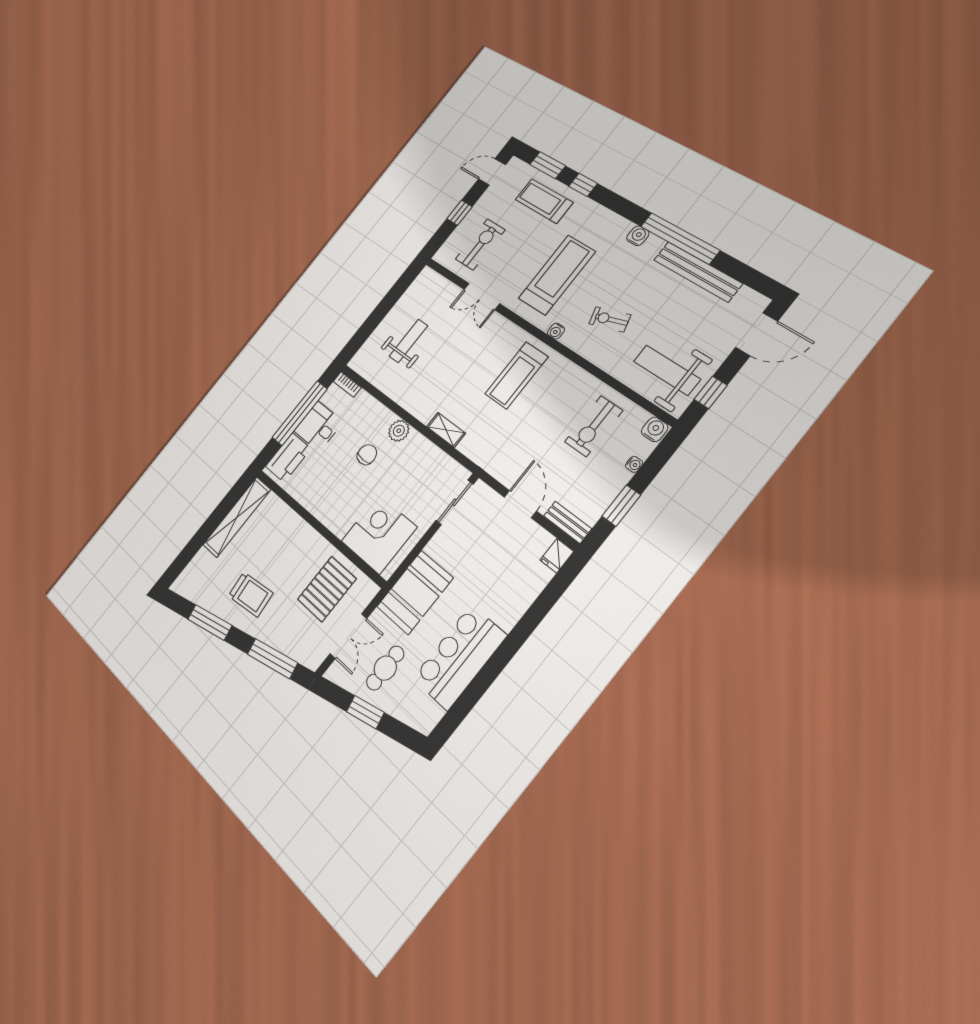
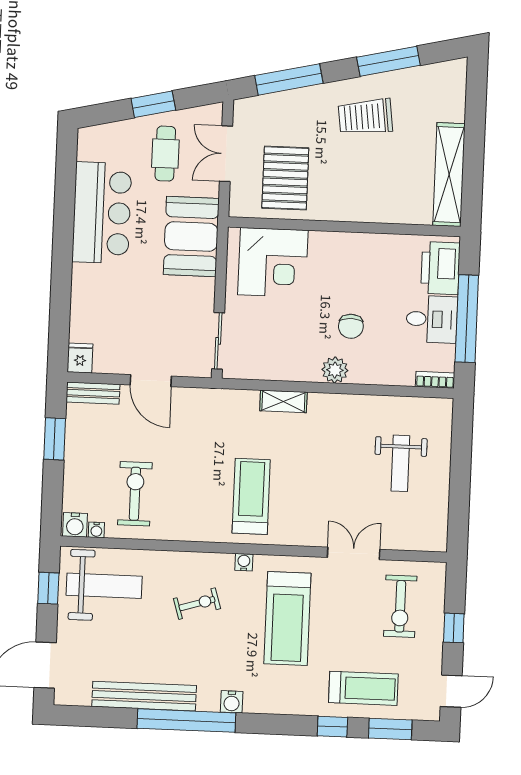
water cooler: (634, 464) -> (96, 530), moved, turned -90

